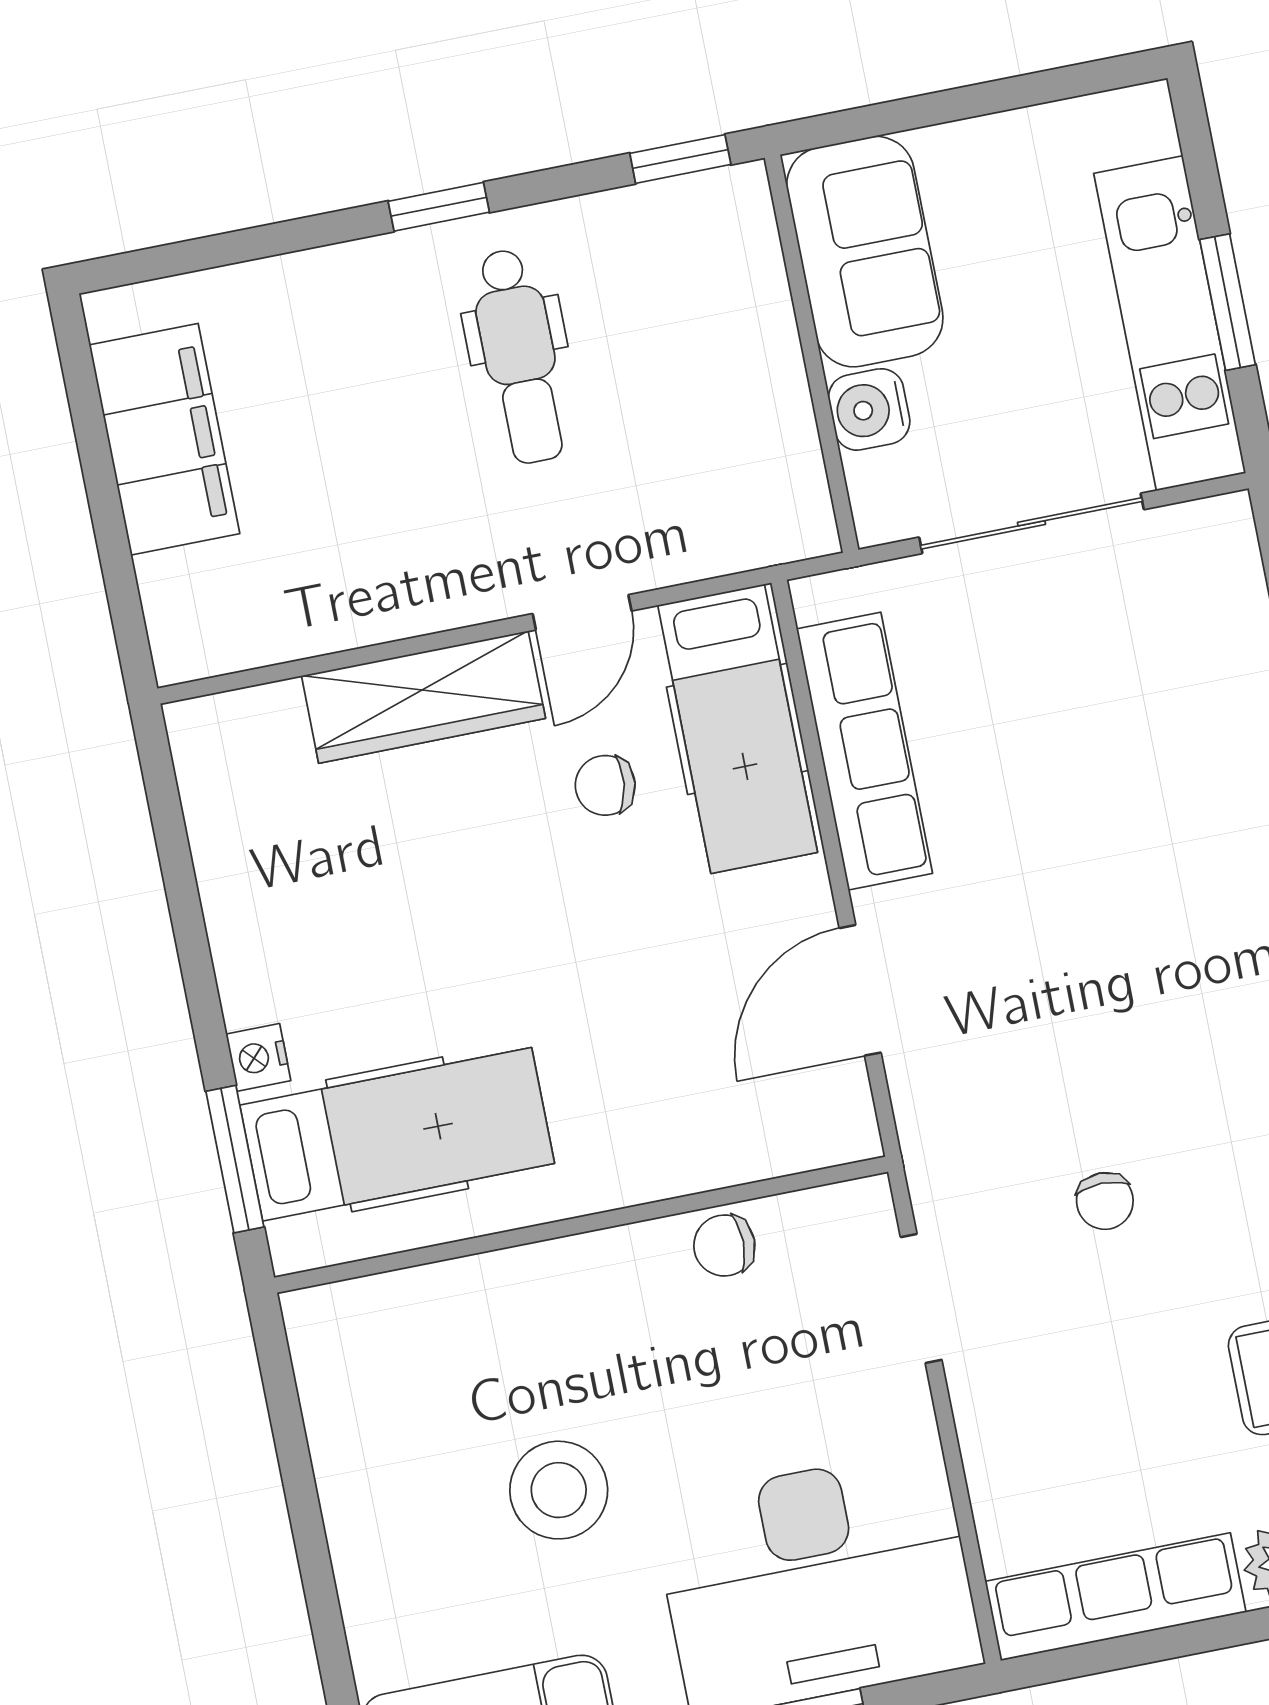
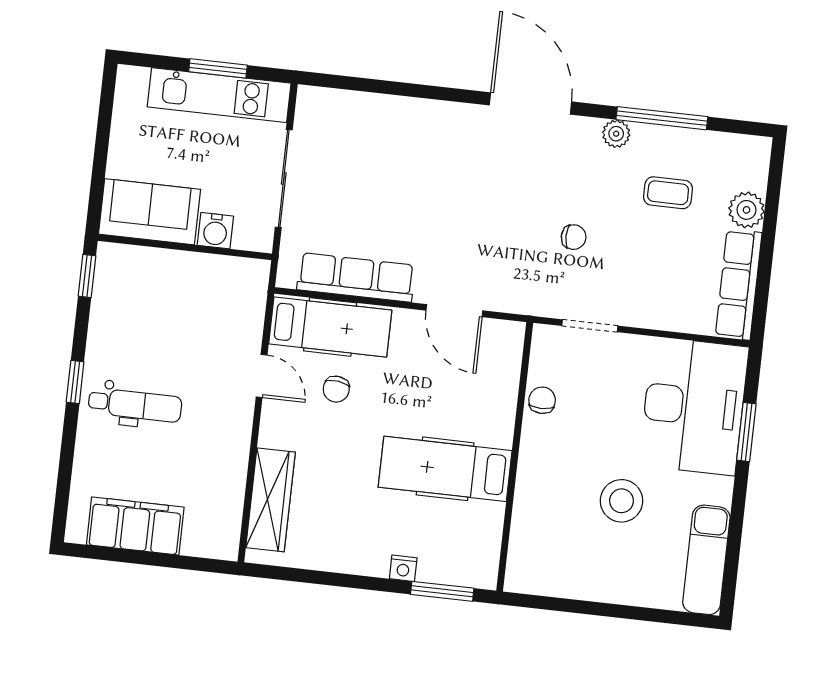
dental chair: (520, 356) -> (135, 405), moved
wardrobe: (423, 697) -> (271, 500), moved
hospital bed: (397, 1134) -> (445, 469), moved, turned -90
chair: (724, 1246) -> (542, 400), turned 180

